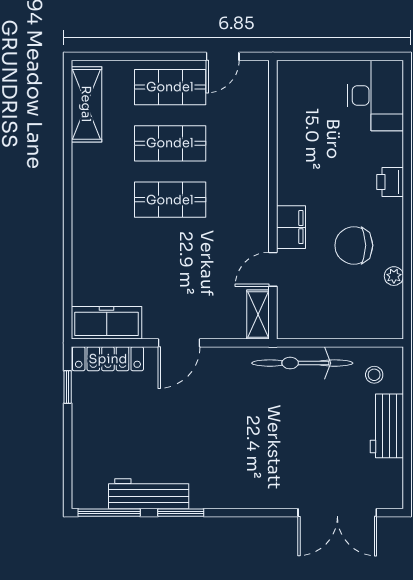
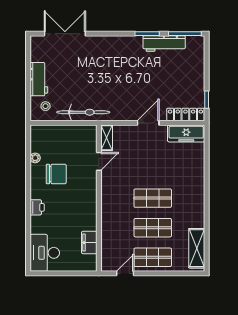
filing cabinet: (291, 227) -> (89, 243), moved

